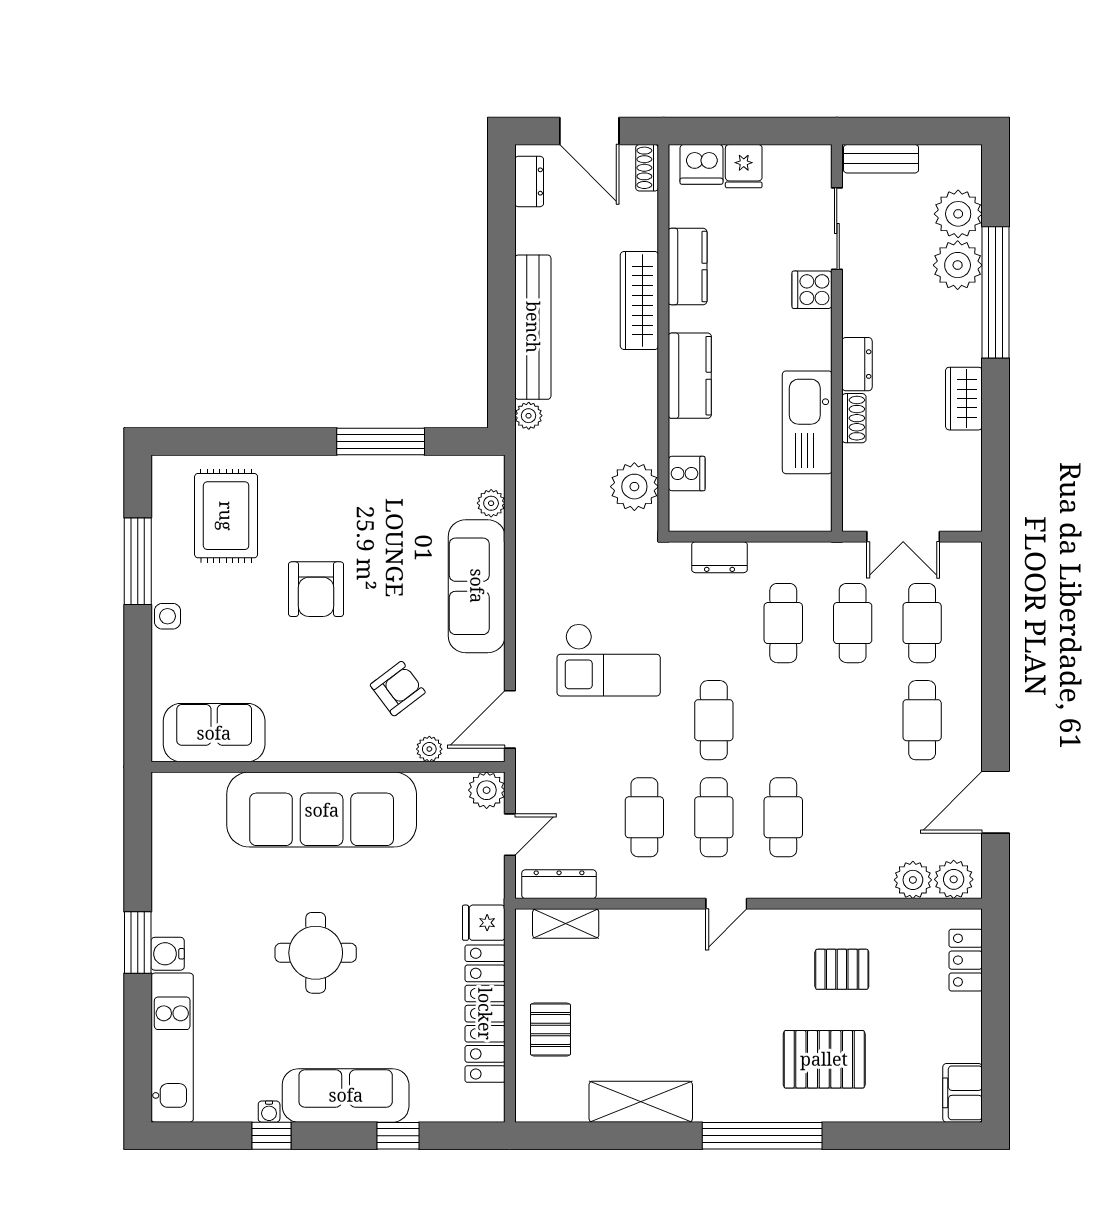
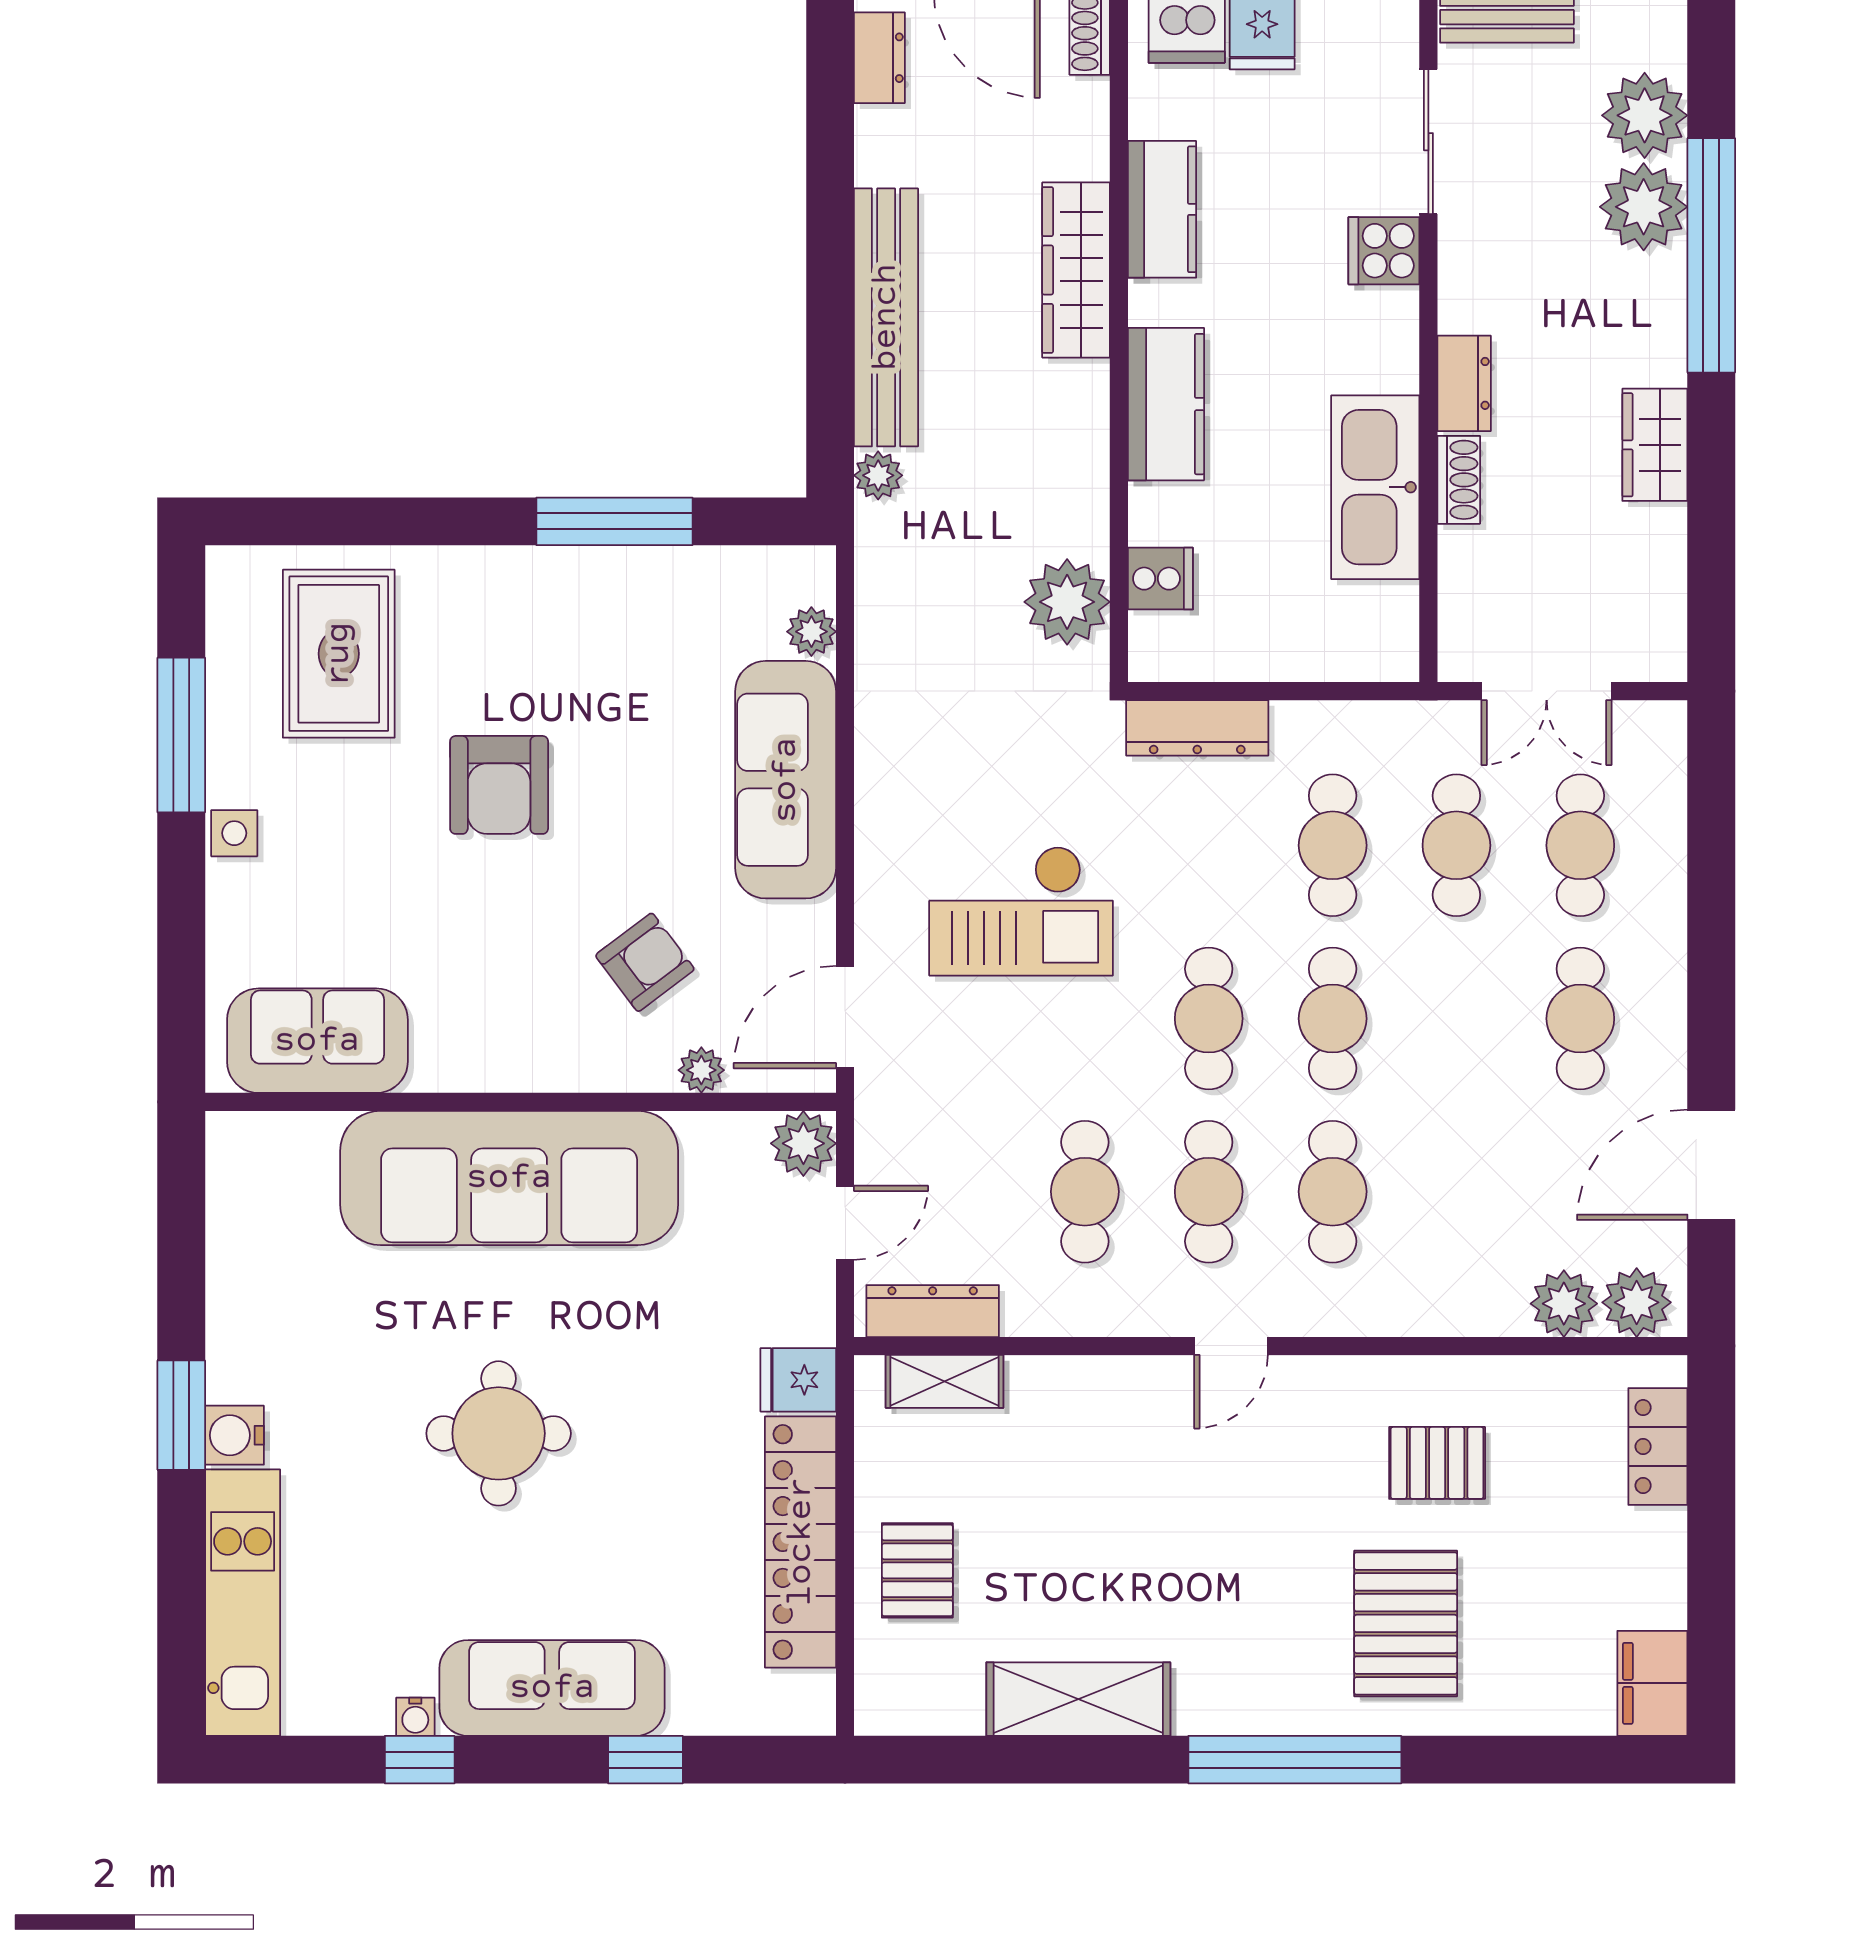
dresser: (719, 557) -> (1197, 728), width x1.44
cafe table: (783, 720) -> (1333, 1019), added
pallet: (824, 1059) -> (1406, 1623), turned 90

